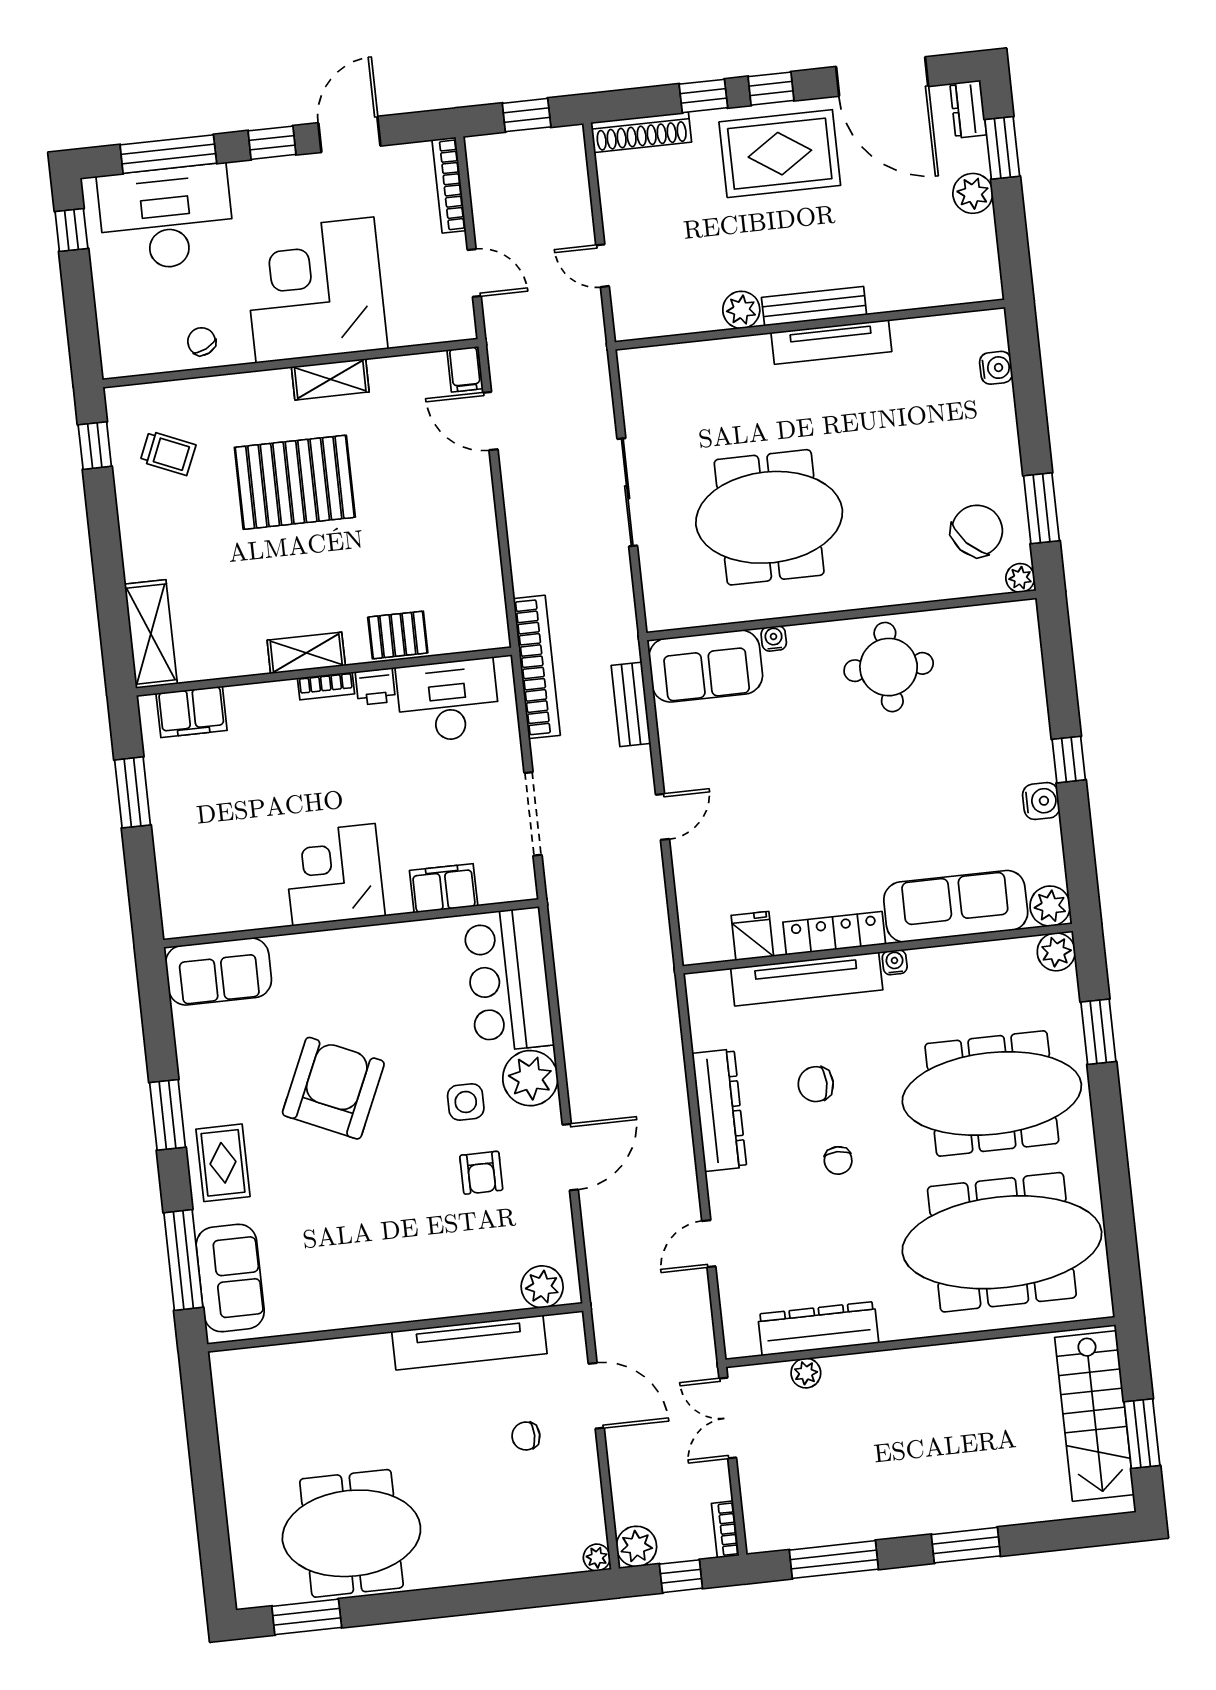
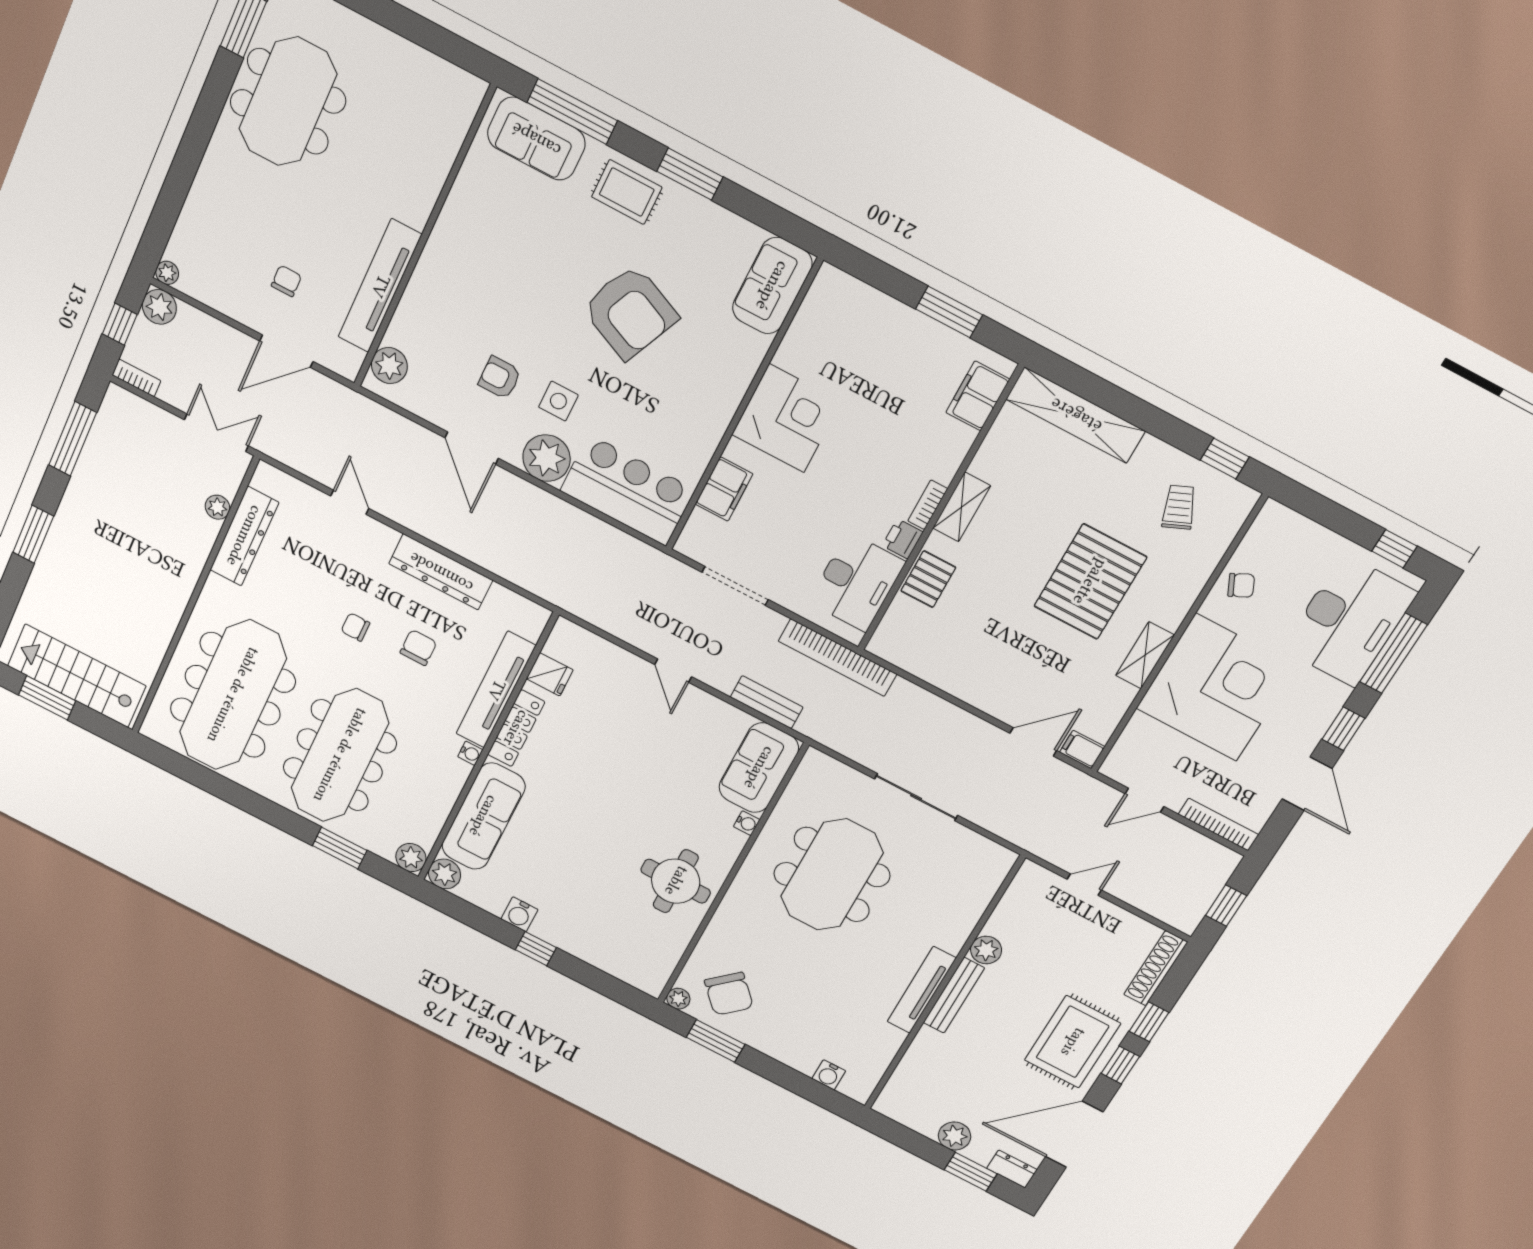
trolley: (168, 453) -> (1179, 507), turned 134
shelving: (151, 634) -> (1076, 415), width x1.47

